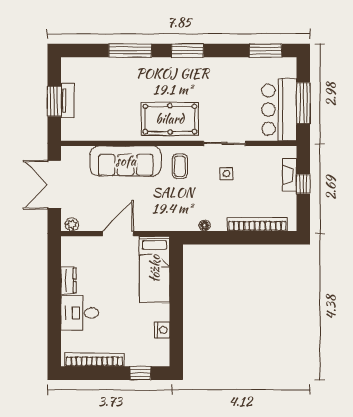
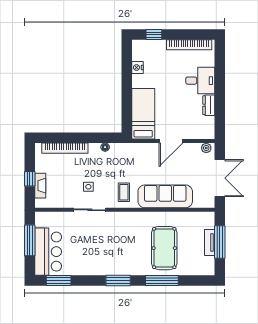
window: (54, 101) -> (220, 242), width x1.44
bar counter: (279, 110) -> (48, 252), moved
pool table: (170, 119) -> (164, 248), moved, turned 90

